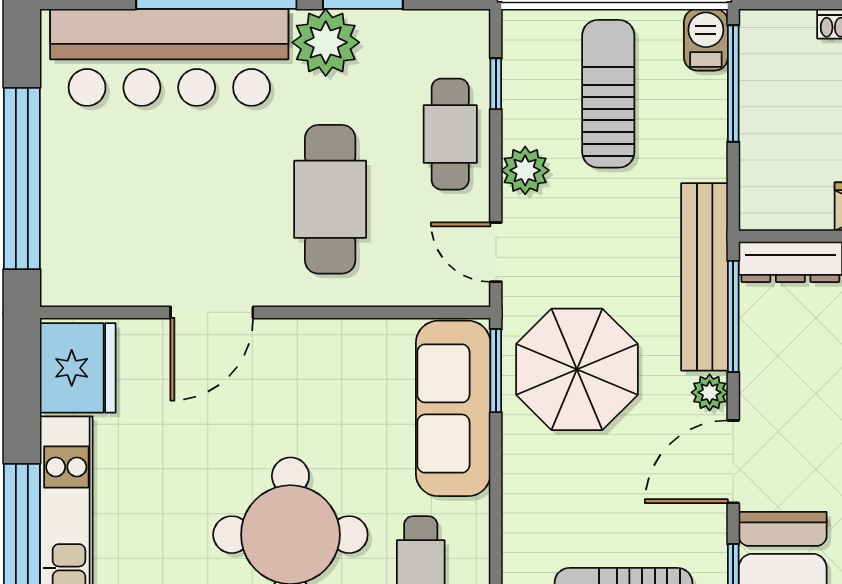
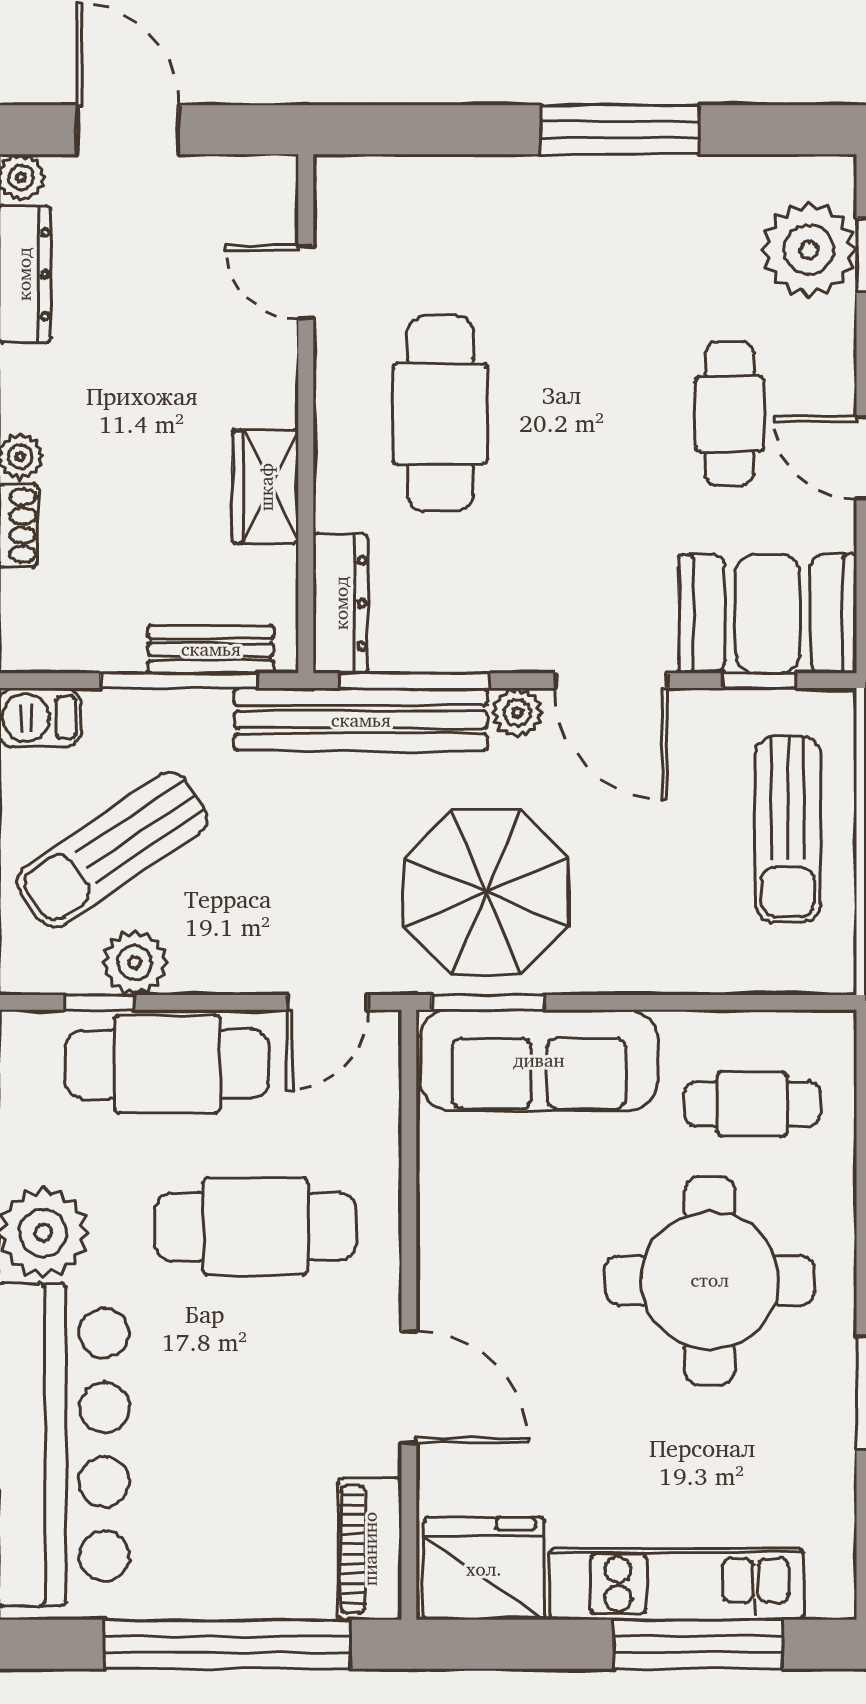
window: (733, 83) -> (179, 681), moved
sun lounger: (608, 94) -> (113, 850), turned -34
cafe table: (450, 134) -> (167, 1064), width x1.37, depth x1.35
bench: (756, 166) -> (211, 649), added
plant: (525, 170) -> (135, 963), moved
piano: (92, 284) -> (370, 1549), added

